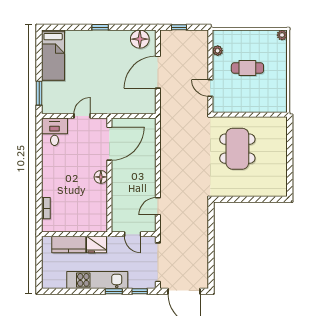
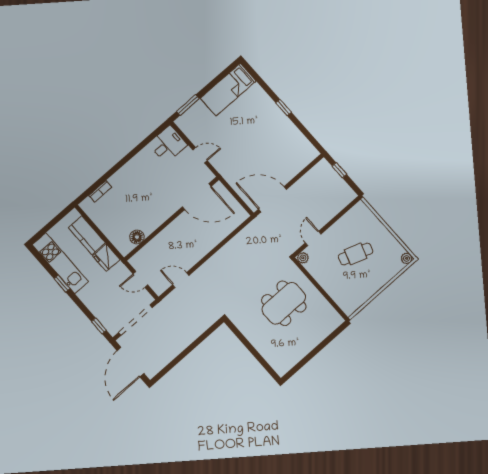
floor lamp: (140, 39) -> (302, 147), removed
plant: (218, 51) -> (303, 258), moved
cafe table: (247, 68) -> (356, 254), turned -71
door: (158, 72) -> (272, 199), moved
floor lamp: (101, 177) -> (137, 237), moved
door: (133, 234) -> (140, 279), hinge flipped
kitchen unit: (97, 280) -> (60, 263), moved
window: (114, 291) -> (62, 284), moved

